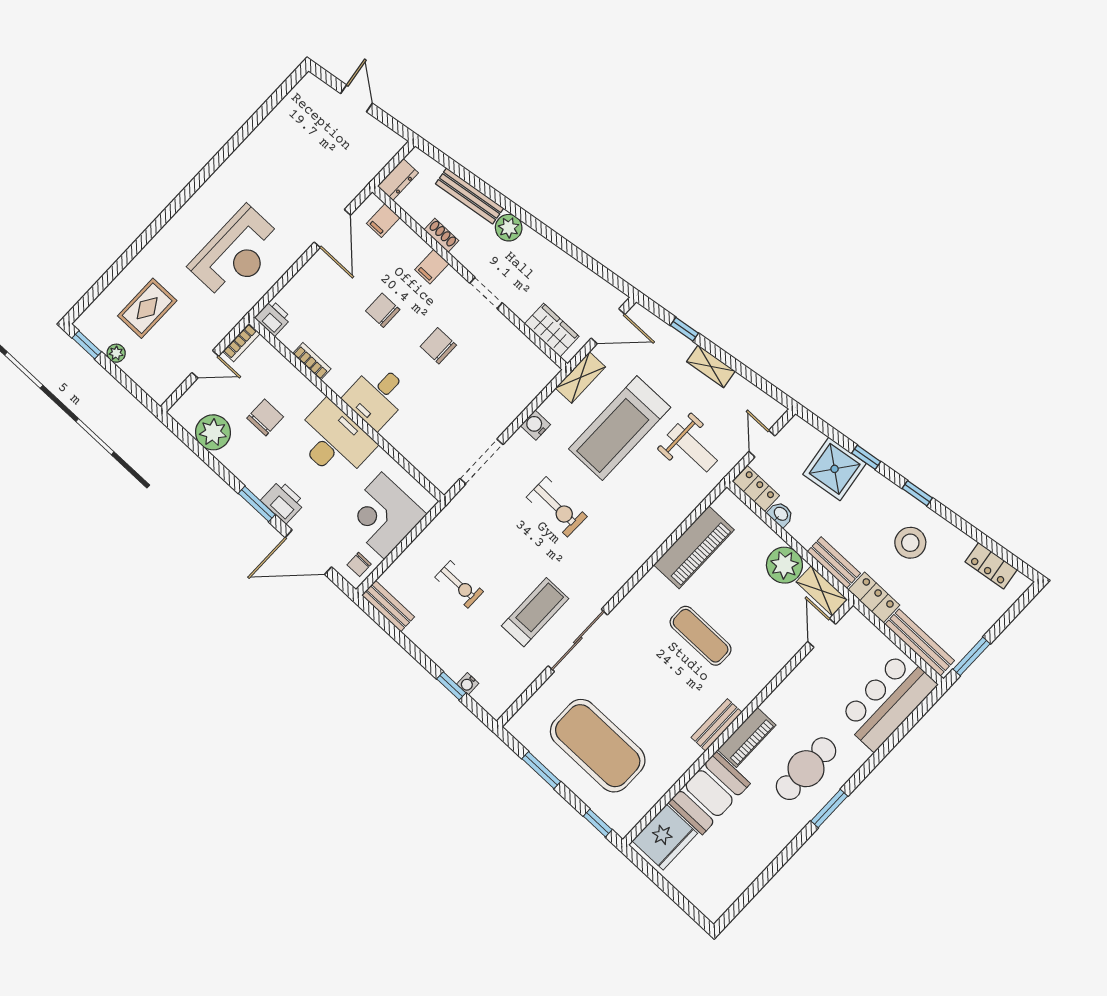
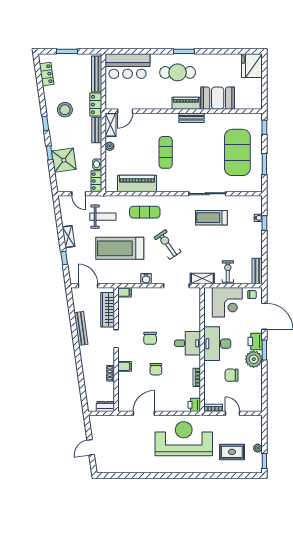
bench: (470, 196) -> (81, 328), moved
filing cabinet: (383, 220) -> (124, 292), moved
plant: (509, 228) -> (86, 352), removed
reception desk: (236, 253) -> (184, 439), width x1.36, depth x1.30
wardrobe: (552, 330) -> (108, 310), width x1.50
shelving: (580, 378) -> (202, 278), moved
treadmill: (620, 428) -> (120, 248), turned 180
plant: (213, 432) -> (254, 359), moved
door: (762, 444) -> (79, 194), hinge flipped
weight bench: (692, 448) -> (103, 217), turned 90
exercise bike: (557, 507) -> (168, 245), turned -36
exercise mat: (639, 518) -> (145, 212), added
plant: (784, 565) -> (110, 146), width x0.53, depth x0.53
exercise bike: (459, 584) -> (228, 271), moved
window: (972, 656) -> (67, 51), moved
fridge: (665, 837) -> (252, 66), moved, turned -90

